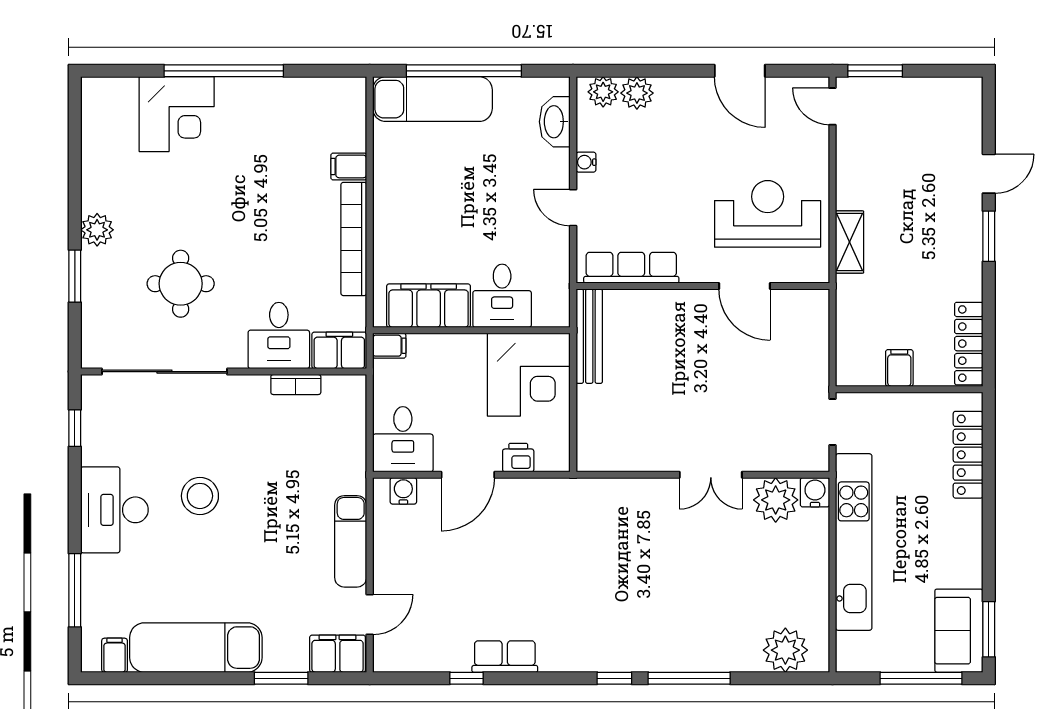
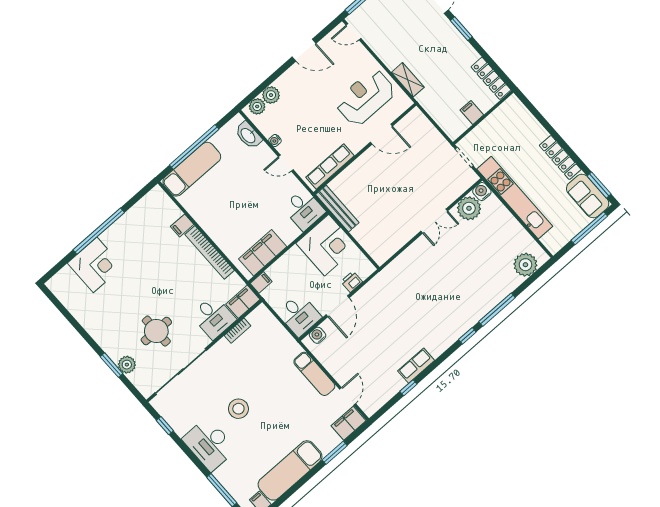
plant: (97, 230) -> (127, 365), moved
desk: (502, 296) -> (304, 209), moved
locker: (968, 455) -> (560, 157), moved

